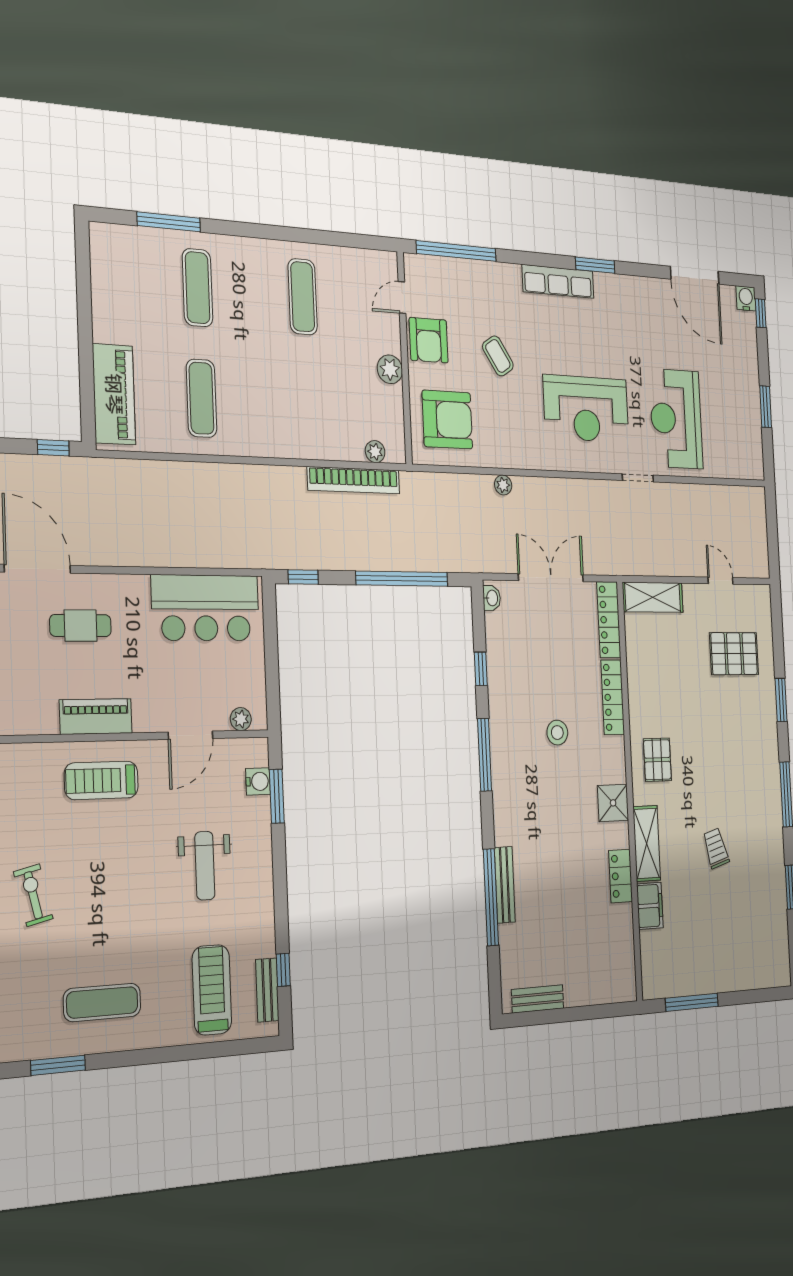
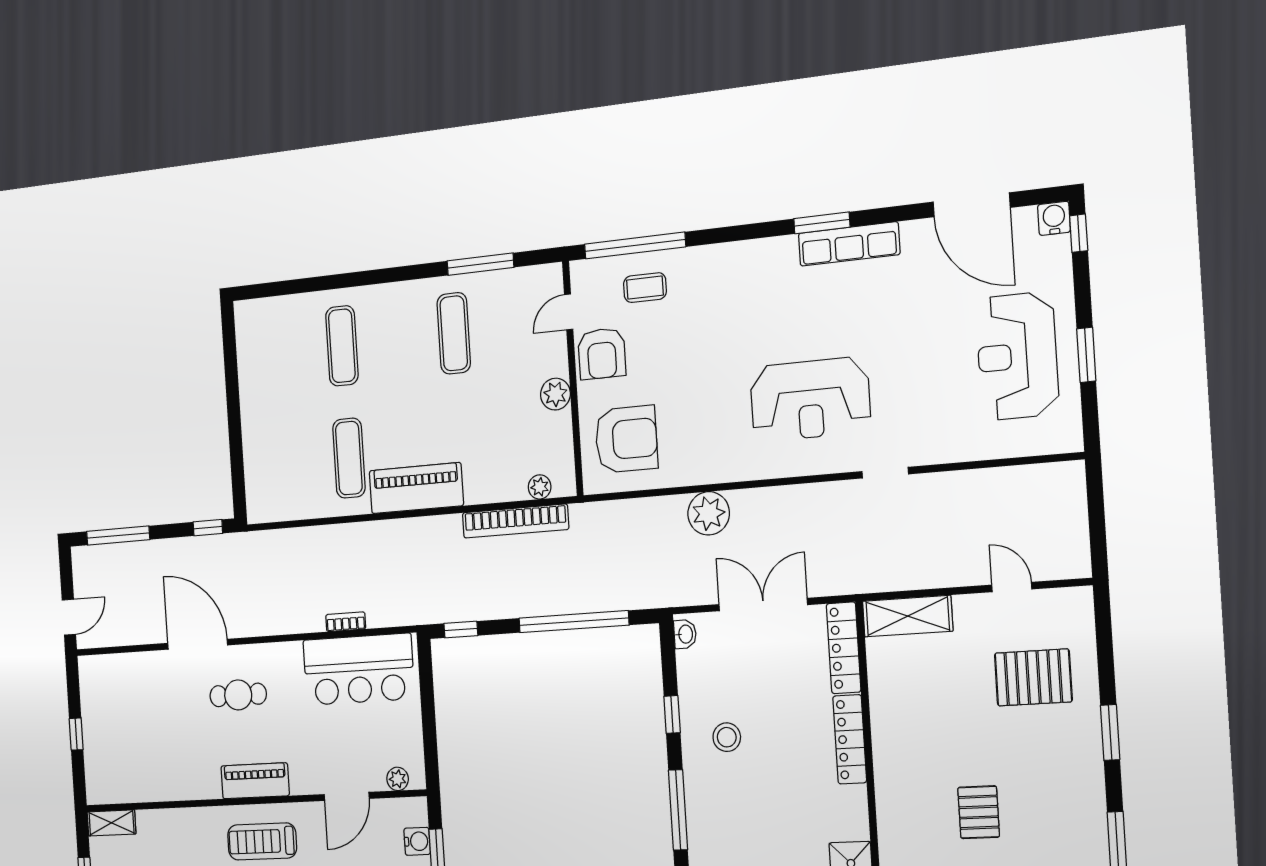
window: (169, 222) -> (480, 264), moved
row of seats: (558, 281) -> (849, 244), moved
coffee table: (498, 356) -> (645, 288), moved, turned -57
piano: (114, 394) -> (416, 488), moved, turned -90
reception desk: (676, 419) -> (1017, 356), moved
plant: (503, 485) -> (709, 513), width x1.87, depth x1.87
bookcase: (194, 559) -> (346, 622), added
stool: (557, 733) -> (727, 737), moved
pallet: (657, 760) -> (979, 812), moved

